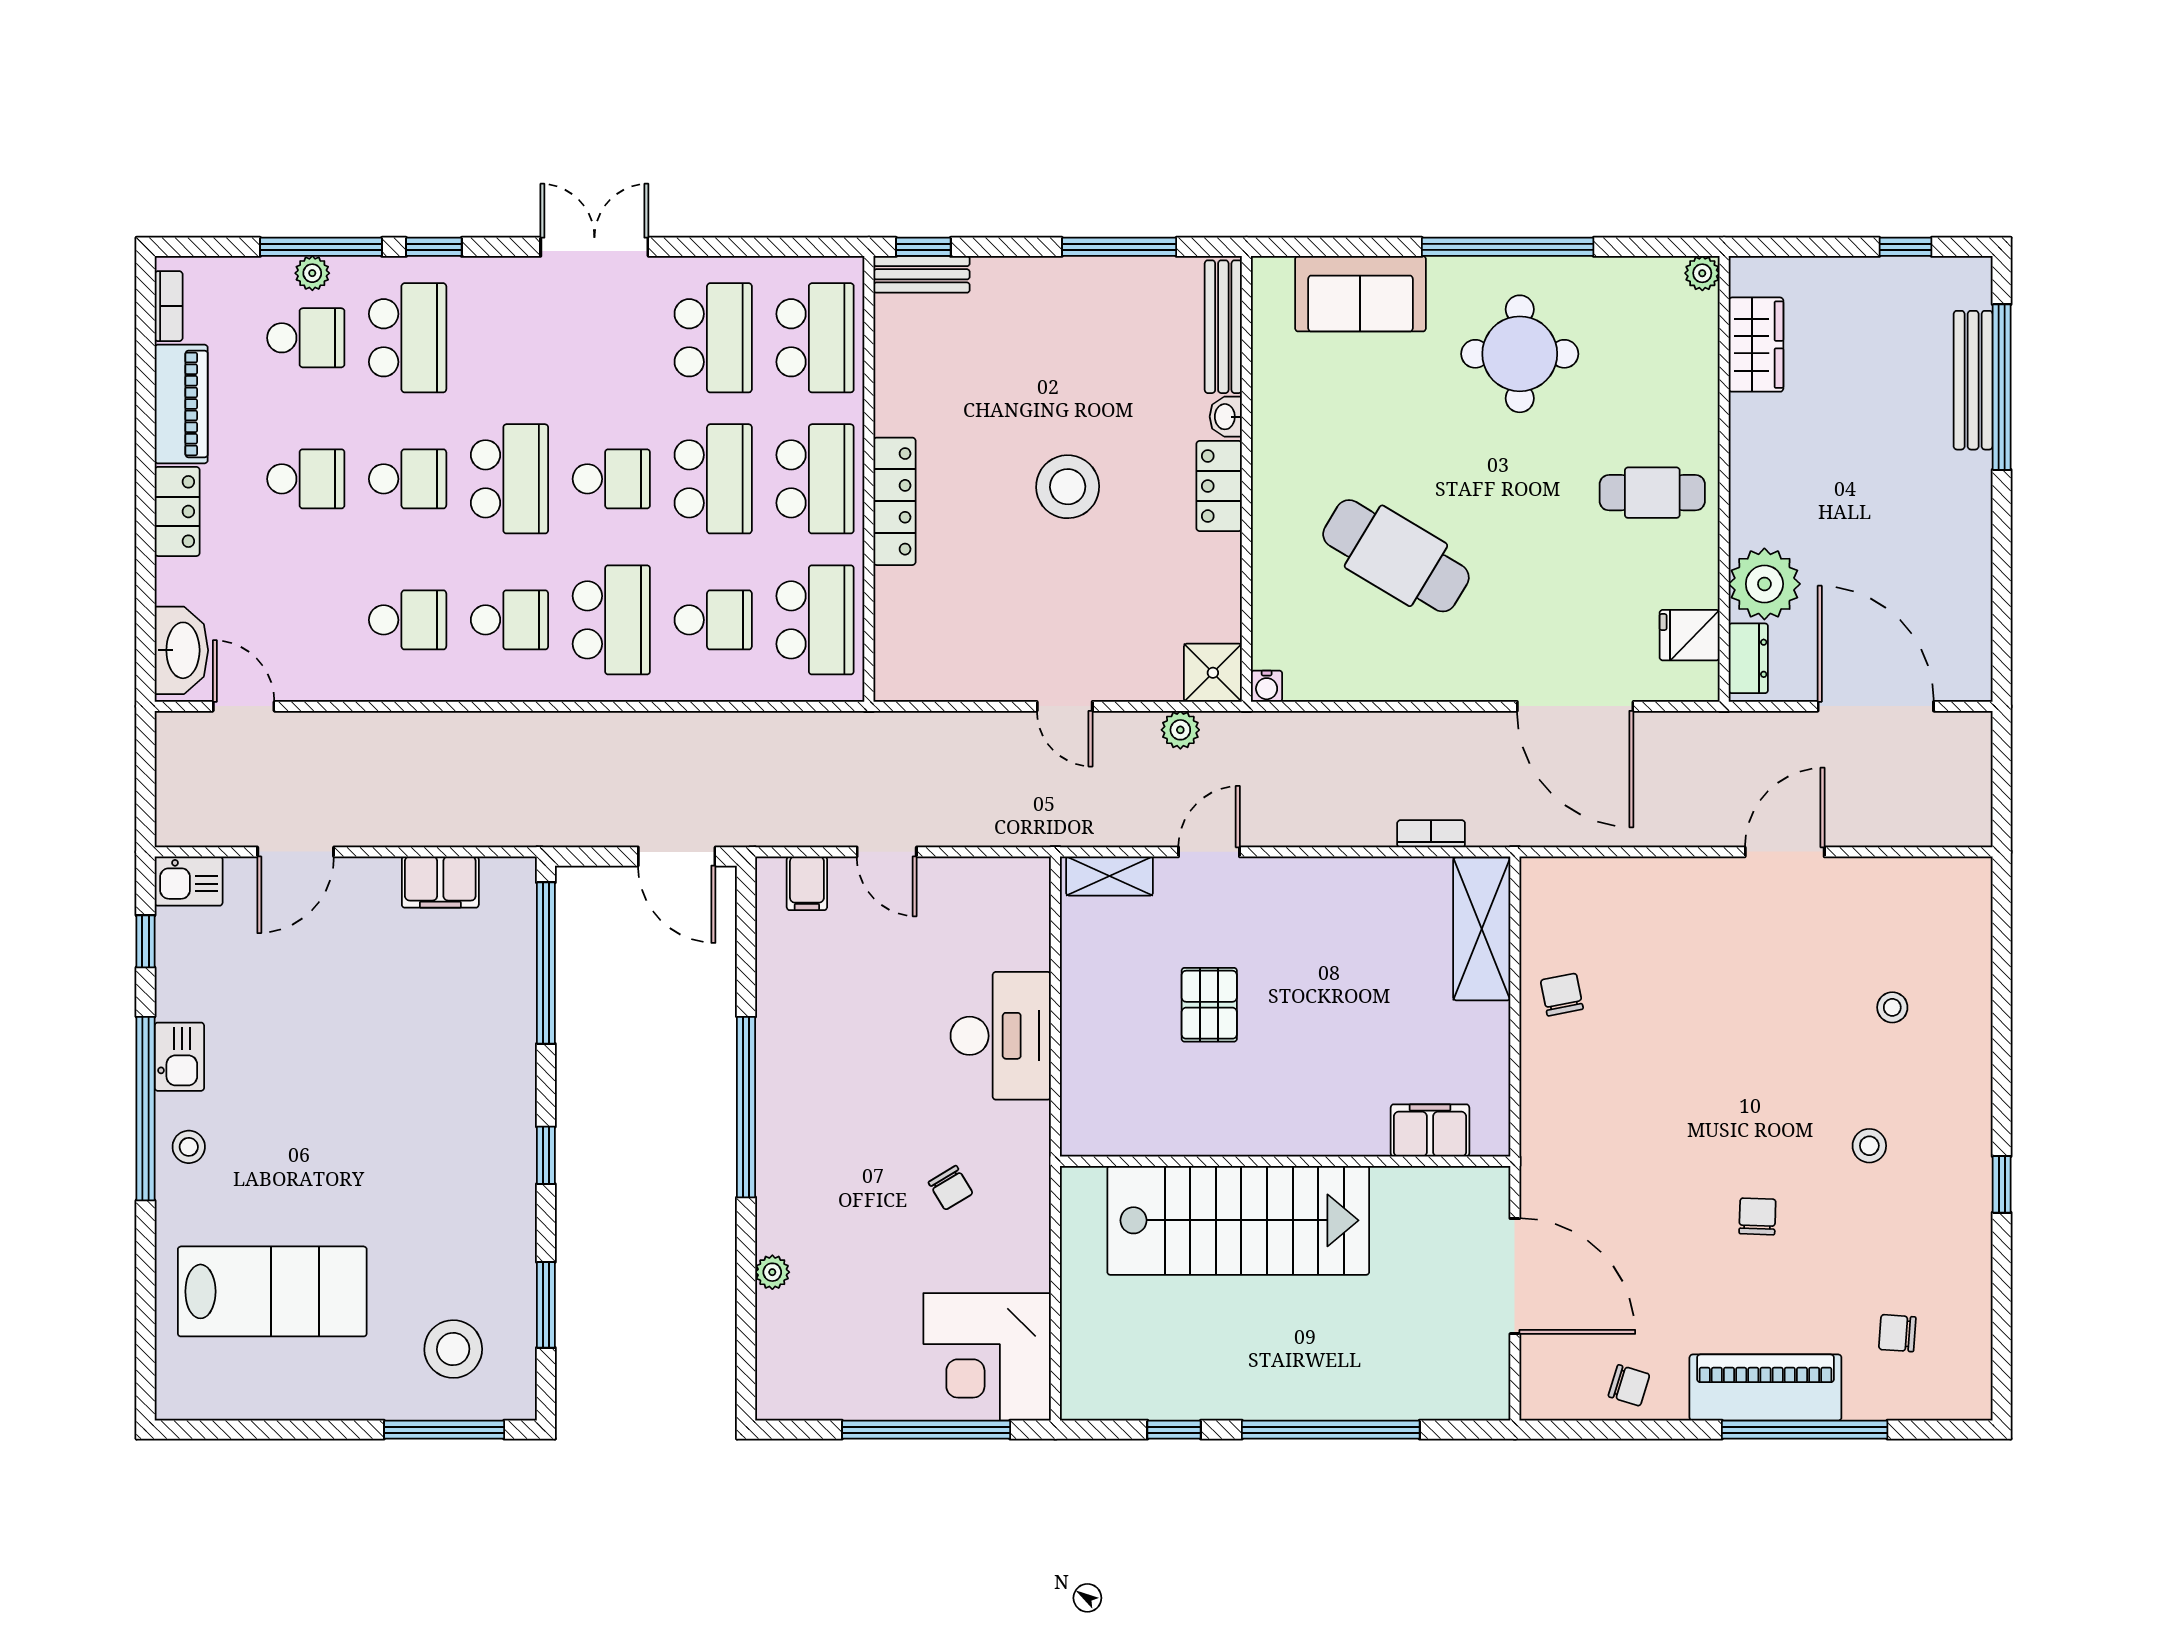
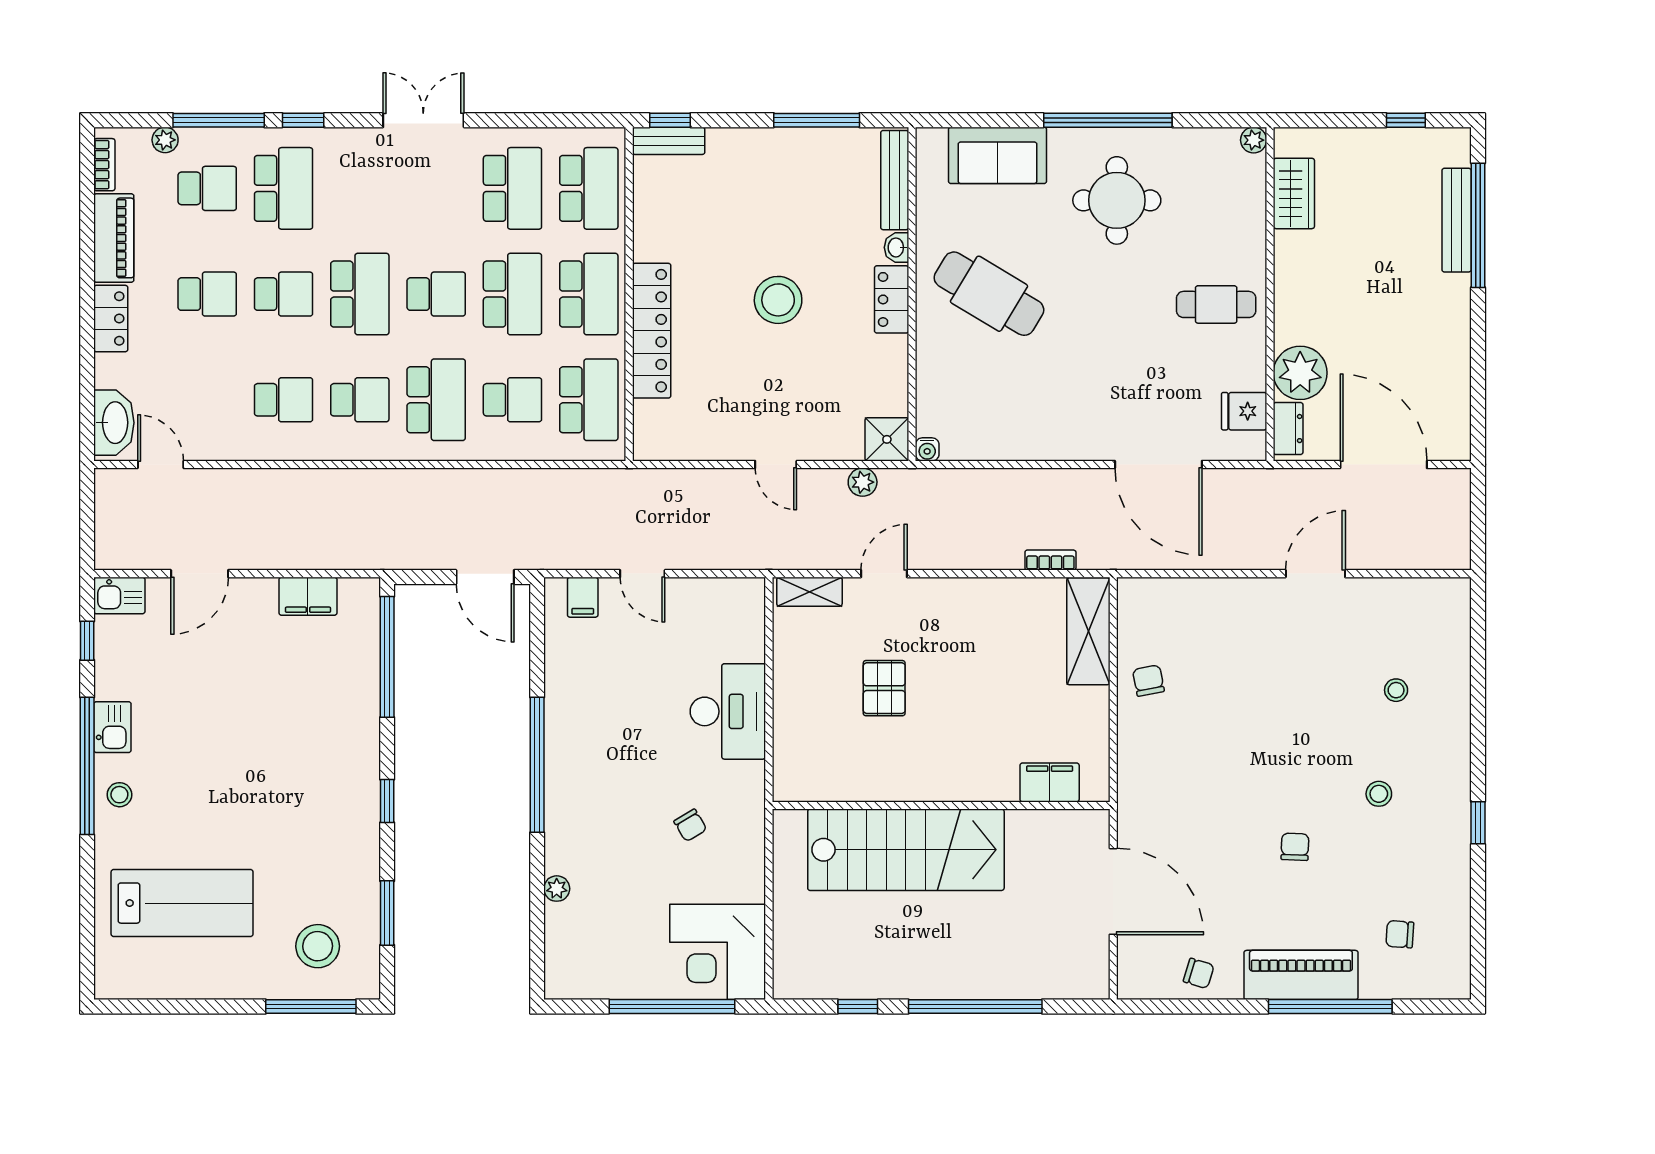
plant: (312, 273) -> (165, 140), moved
locker: (894, 501) -> (652, 331), width x1.41, depth x1.21
cafe table: (1396, 556) -> (989, 294), moved

